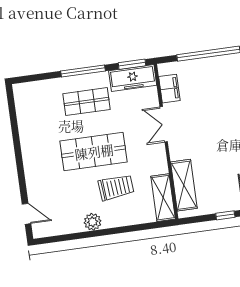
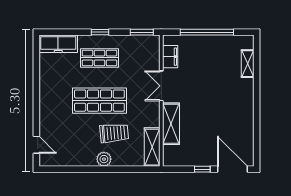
window: (83, 71) -> (100, 32), width x0.46
freezer: (133, 78) -> (58, 44), moved
shelving: (184, 185) -> (171, 124), moved
plant: (93, 222) -> (104, 159), moved

